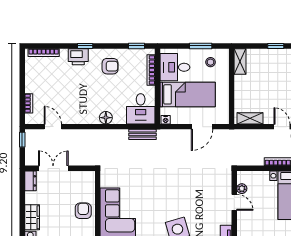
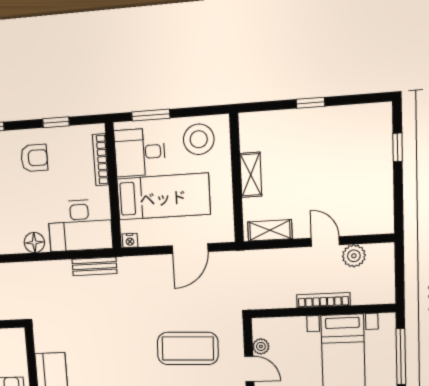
window: (137, 46) -> (56, 122), moved
window: (201, 46) -> (151, 115), moved
stool: (210, 62) -> (199, 139), width x1.89, depth x1.89
shelving: (240, 62) -> (251, 175), moved
desk: (141, 109) -> (80, 225), width x1.37
coffee table: (197, 188) -> (188, 348), added

